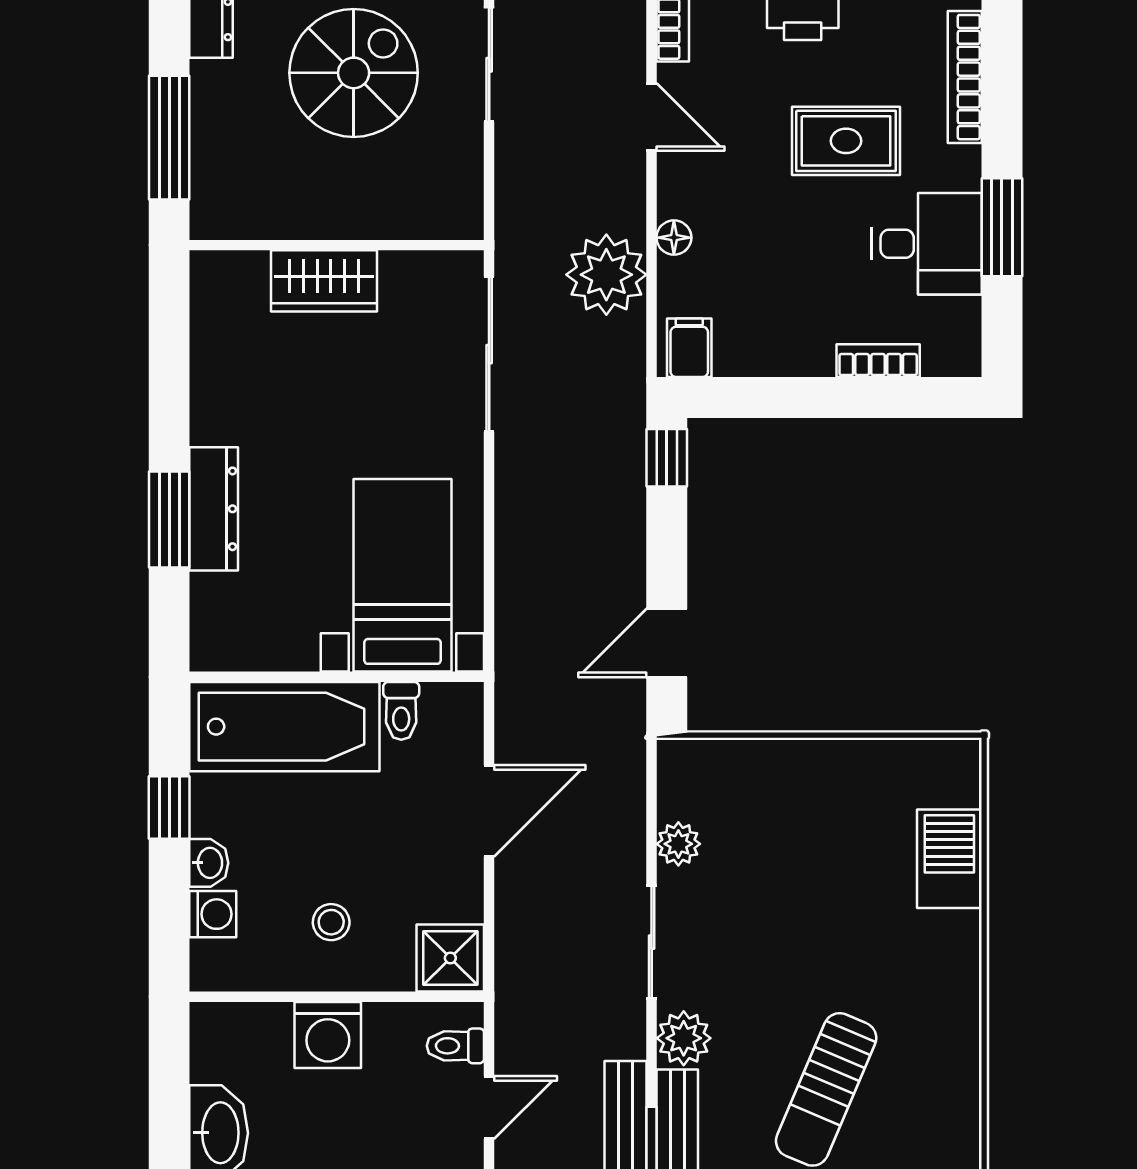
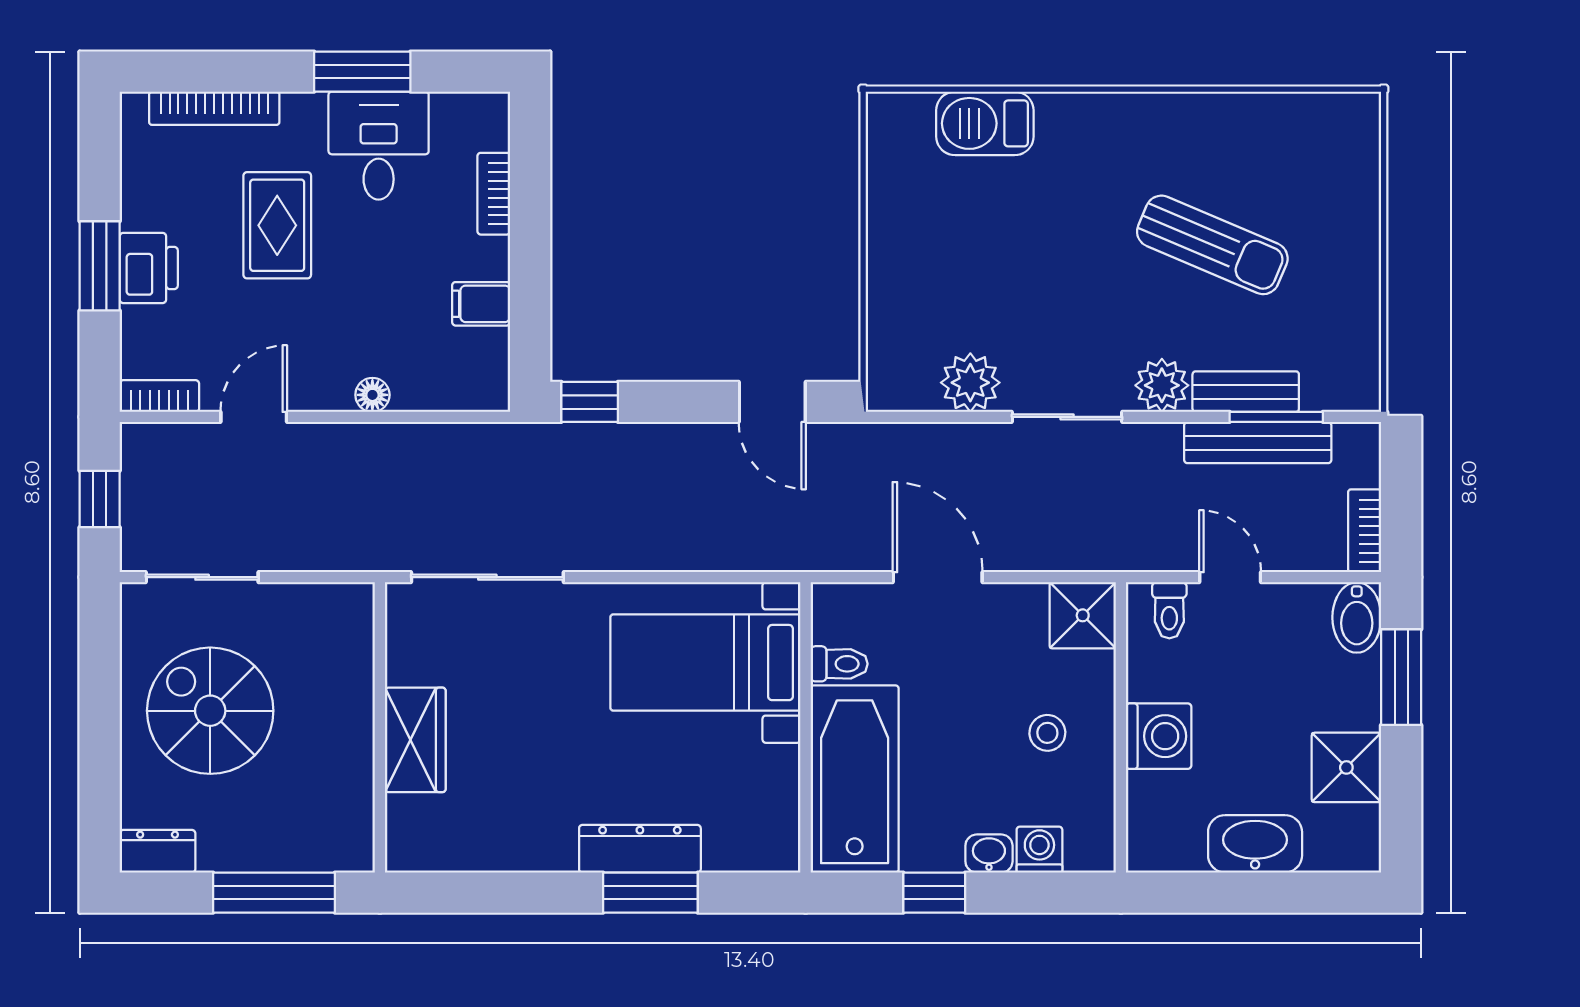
plant: (606, 275) -> (409, 462), removed
filing cabinet: (689, 348) -> (481, 304), moved
plant: (678, 844) -> (970, 383), width x1.38, depth x1.38

